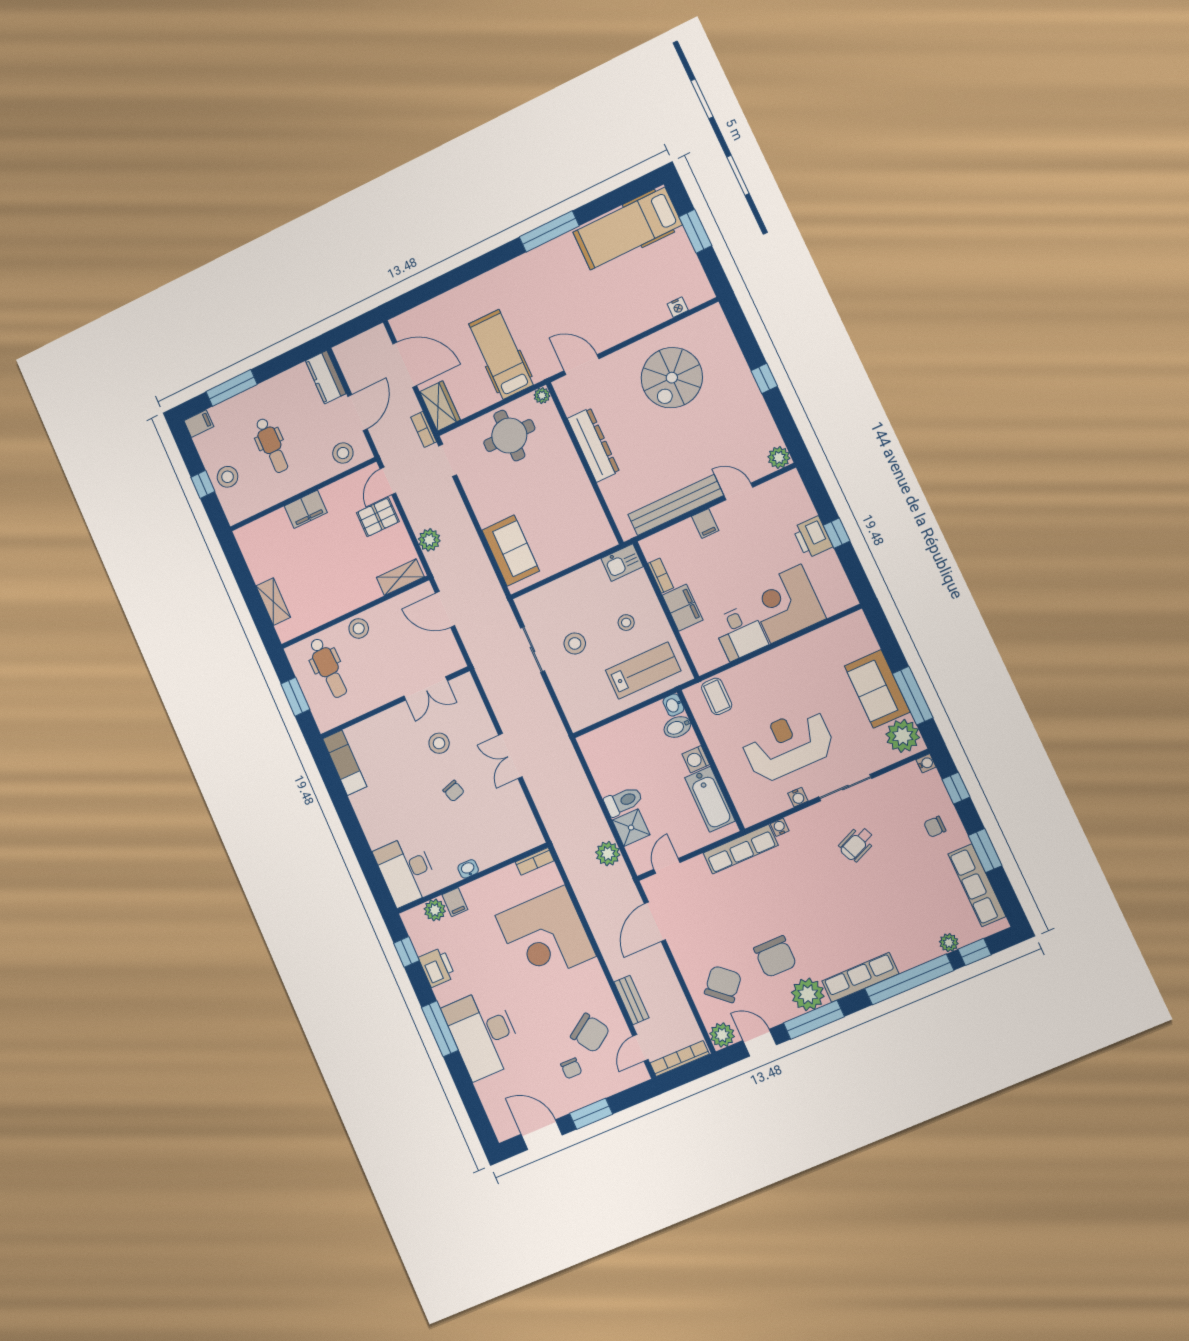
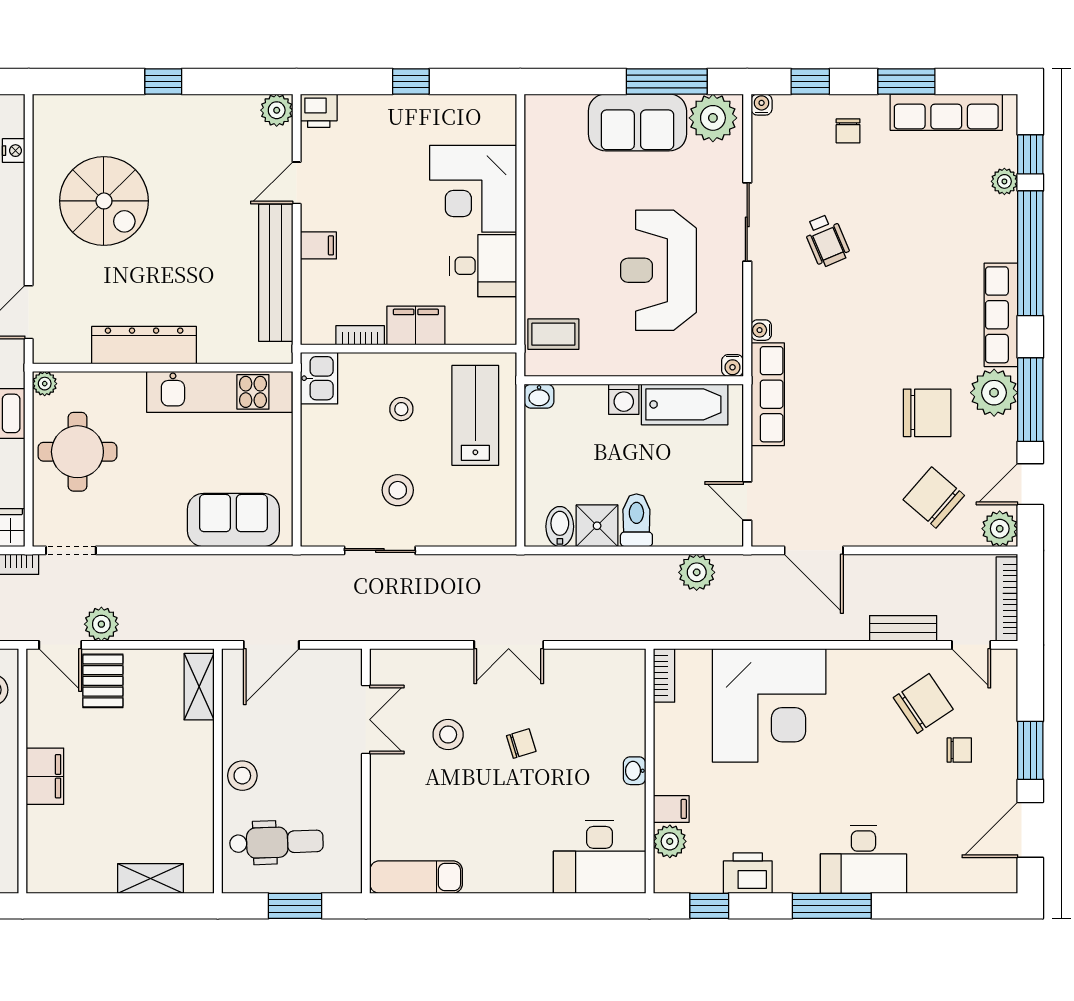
kitchen unit: (586, 505) -> (219, 392), added
printer: (813, 537) -> (319, 111), moved, width x0.73, depth x0.81
plant: (429, 540) -> (101, 624), moved
bidet: (677, 727) -> (560, 527), moved, turned 180
water cooler: (798, 797) -> (733, 366), moved, turned 90
shower: (631, 828) -> (597, 526), moved
desk: (483, 1034) -> (863, 859), width x0.73, depth x0.77

